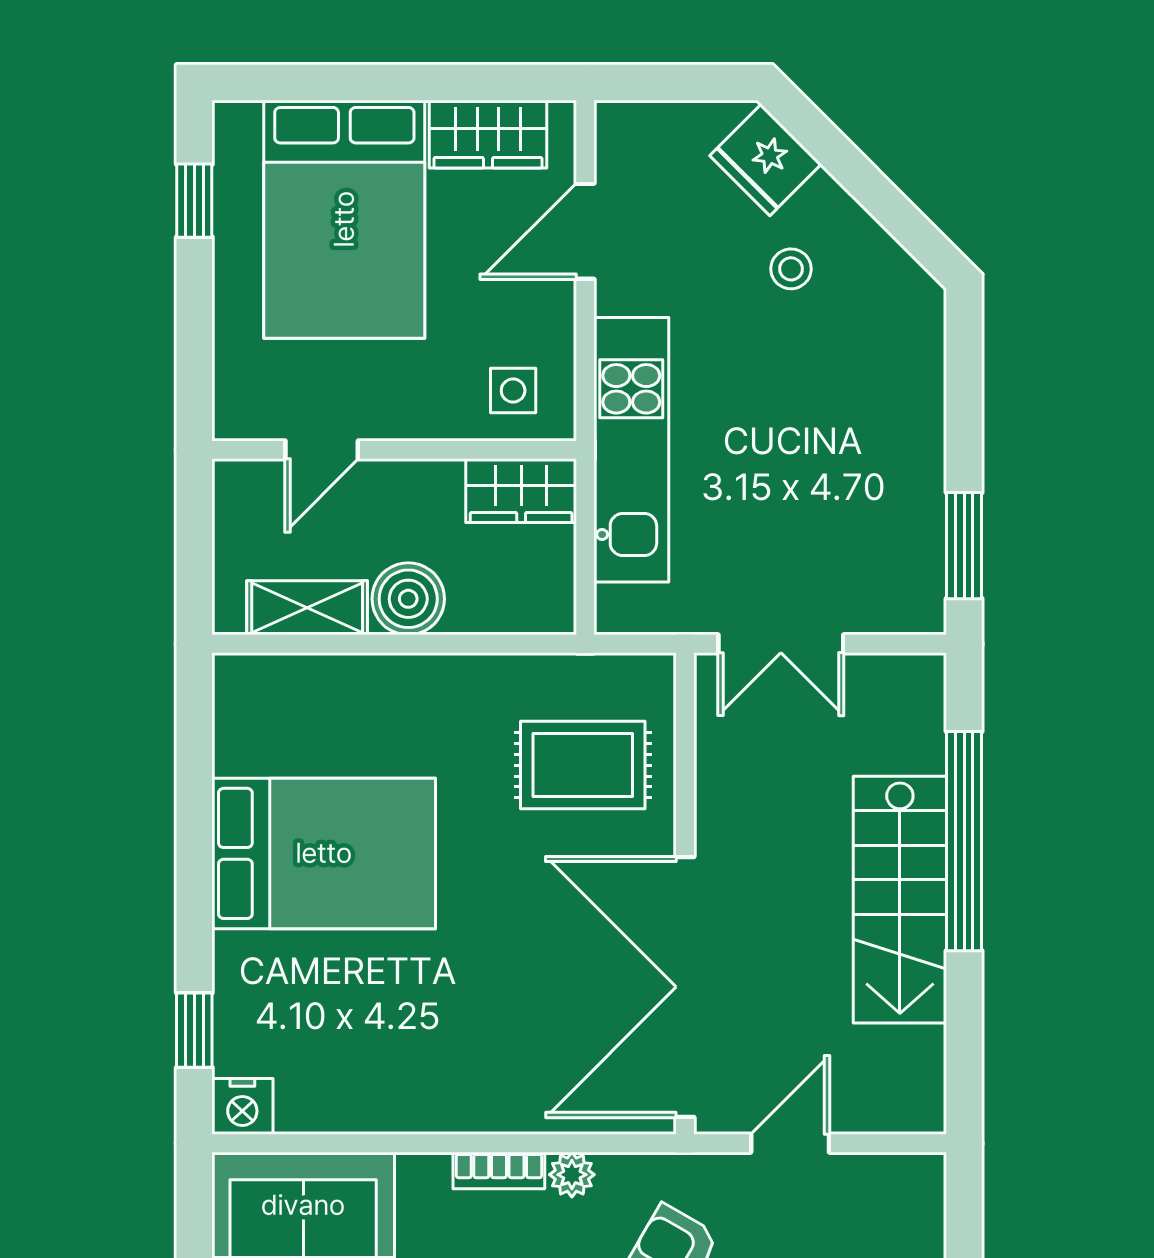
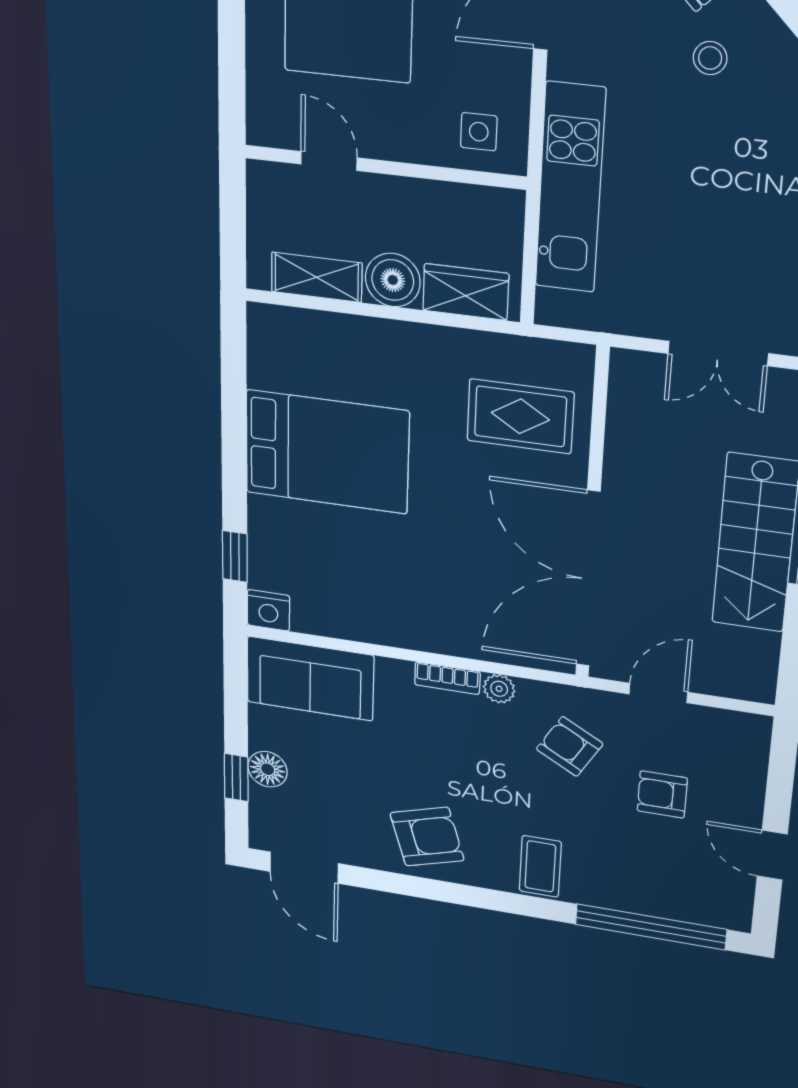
door: (322, 450) -> (329, 161), swing flipped
wardrobe: (521, 491) -> (466, 292), moved, turned 180
double door: (781, 644) -> (718, 353), moved

